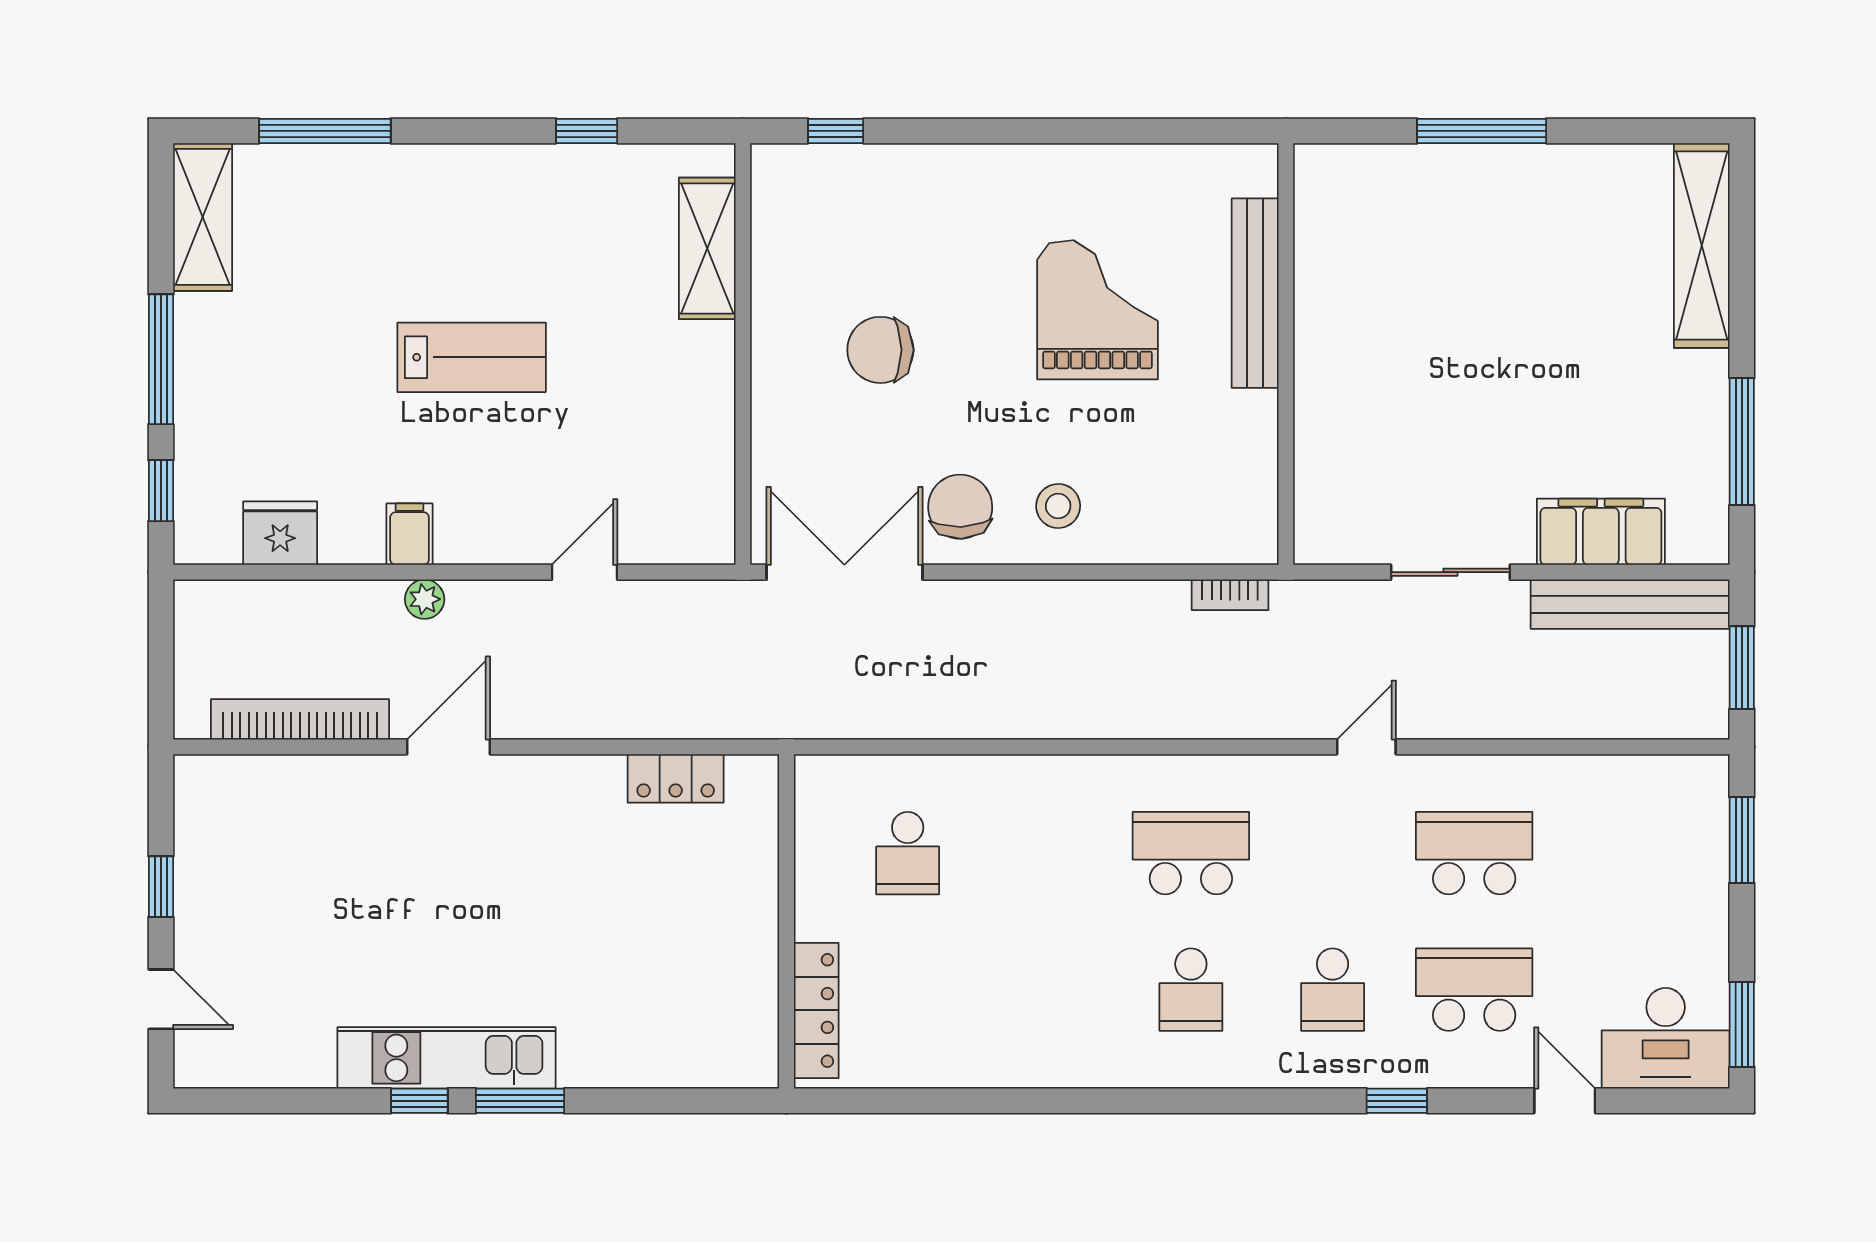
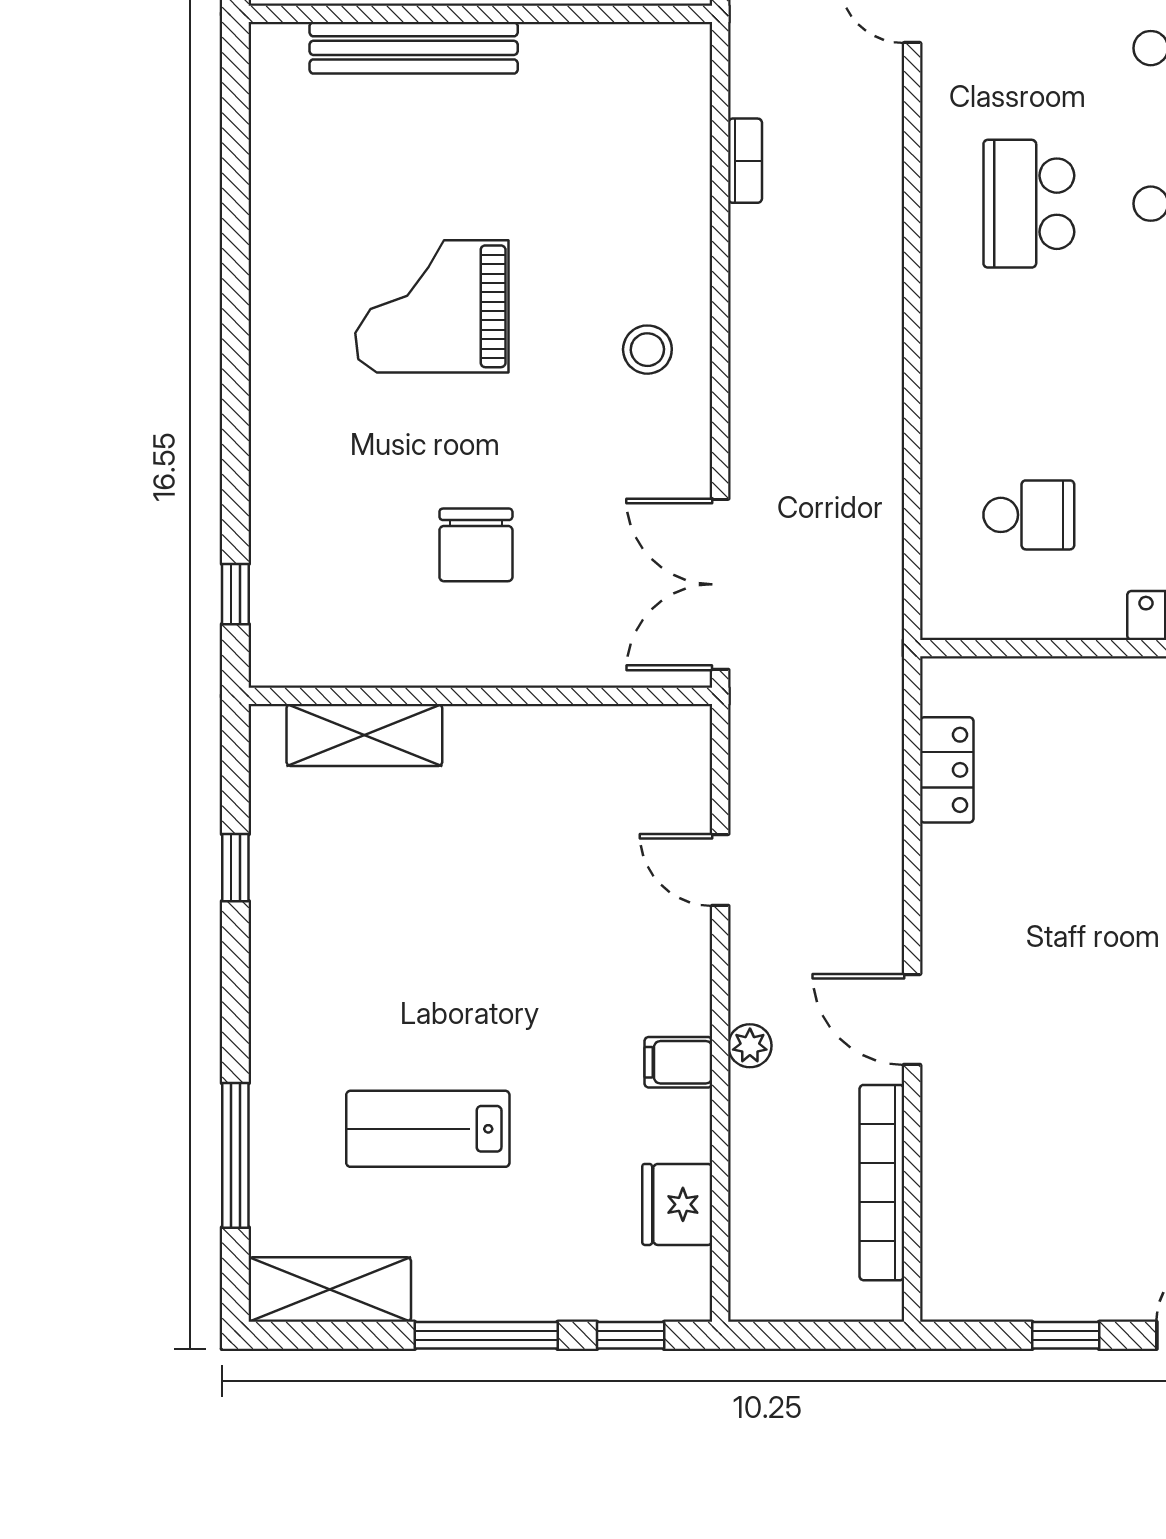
bench: (1255, 293) -> (414, 48), moved
wall: (1286, 354) -> (480, 14), moved
lab bench: (472, 357) -> (428, 1129), moved, turned -90
chair: (960, 507) -> (648, 457), removed

